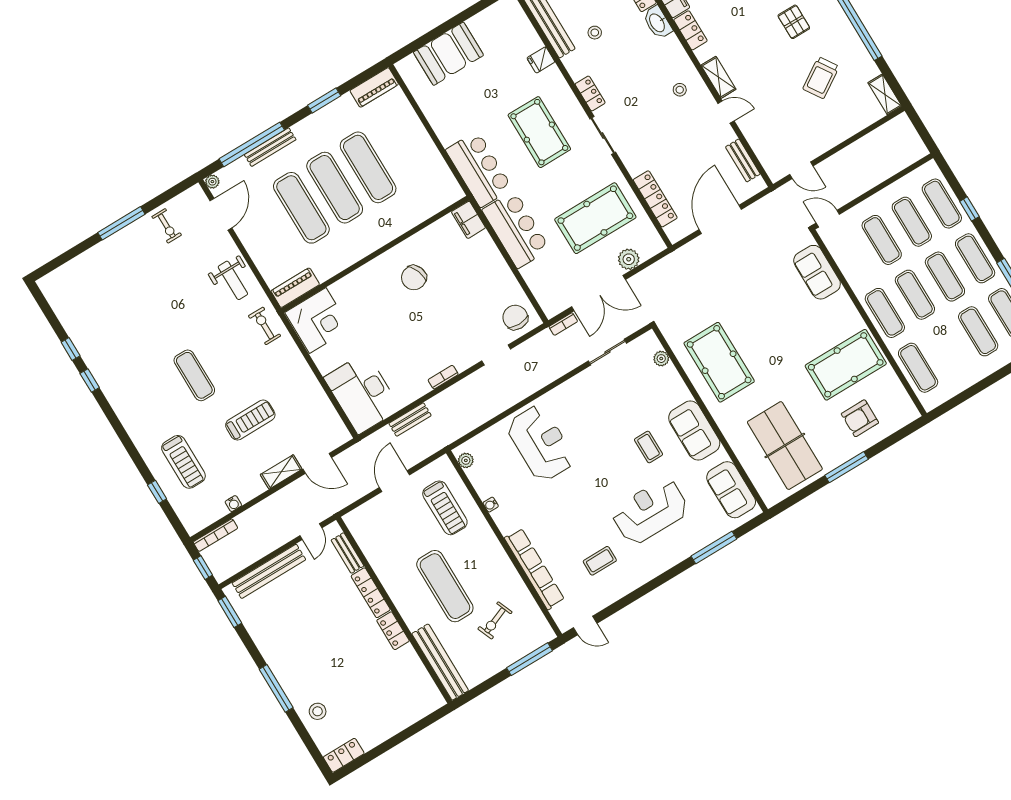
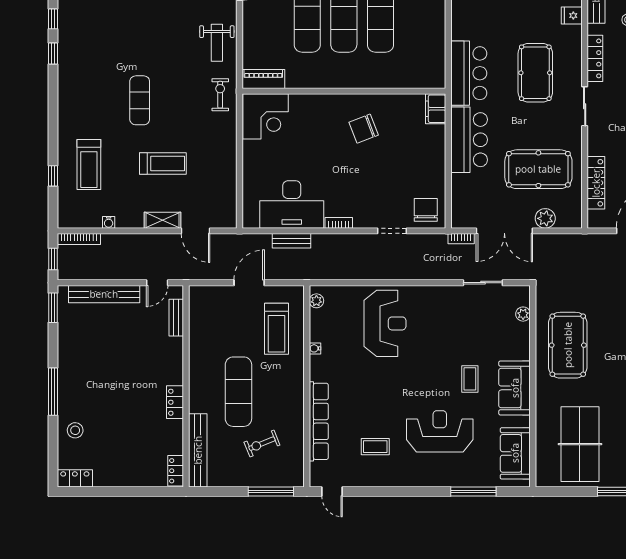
locker: (590, 93) -> (595, 58), width x1.53
desk: (362, 393) -> (292, 204), moved, turned -90
locker: (371, 593) -> (176, 471), moved, width x0.66

